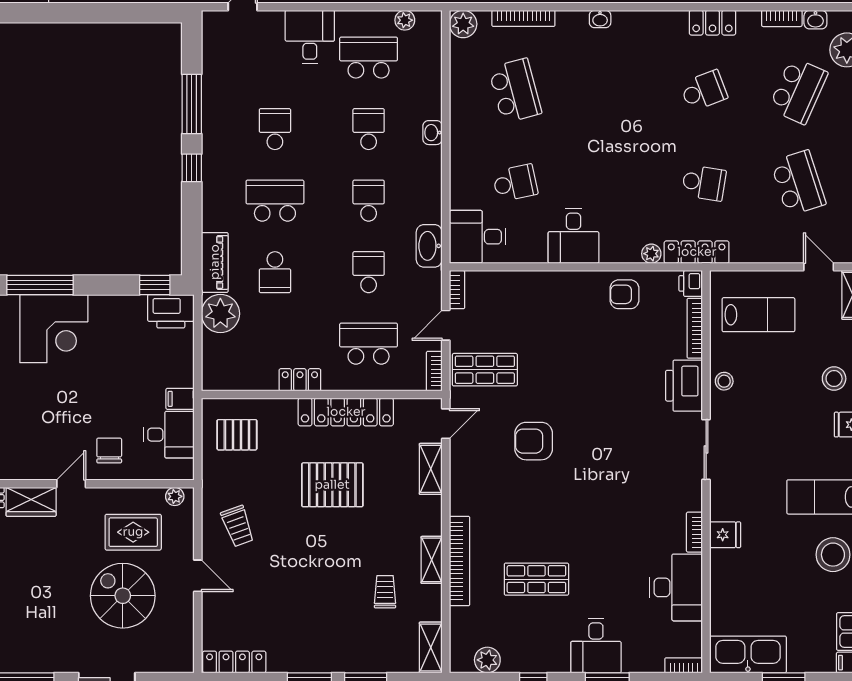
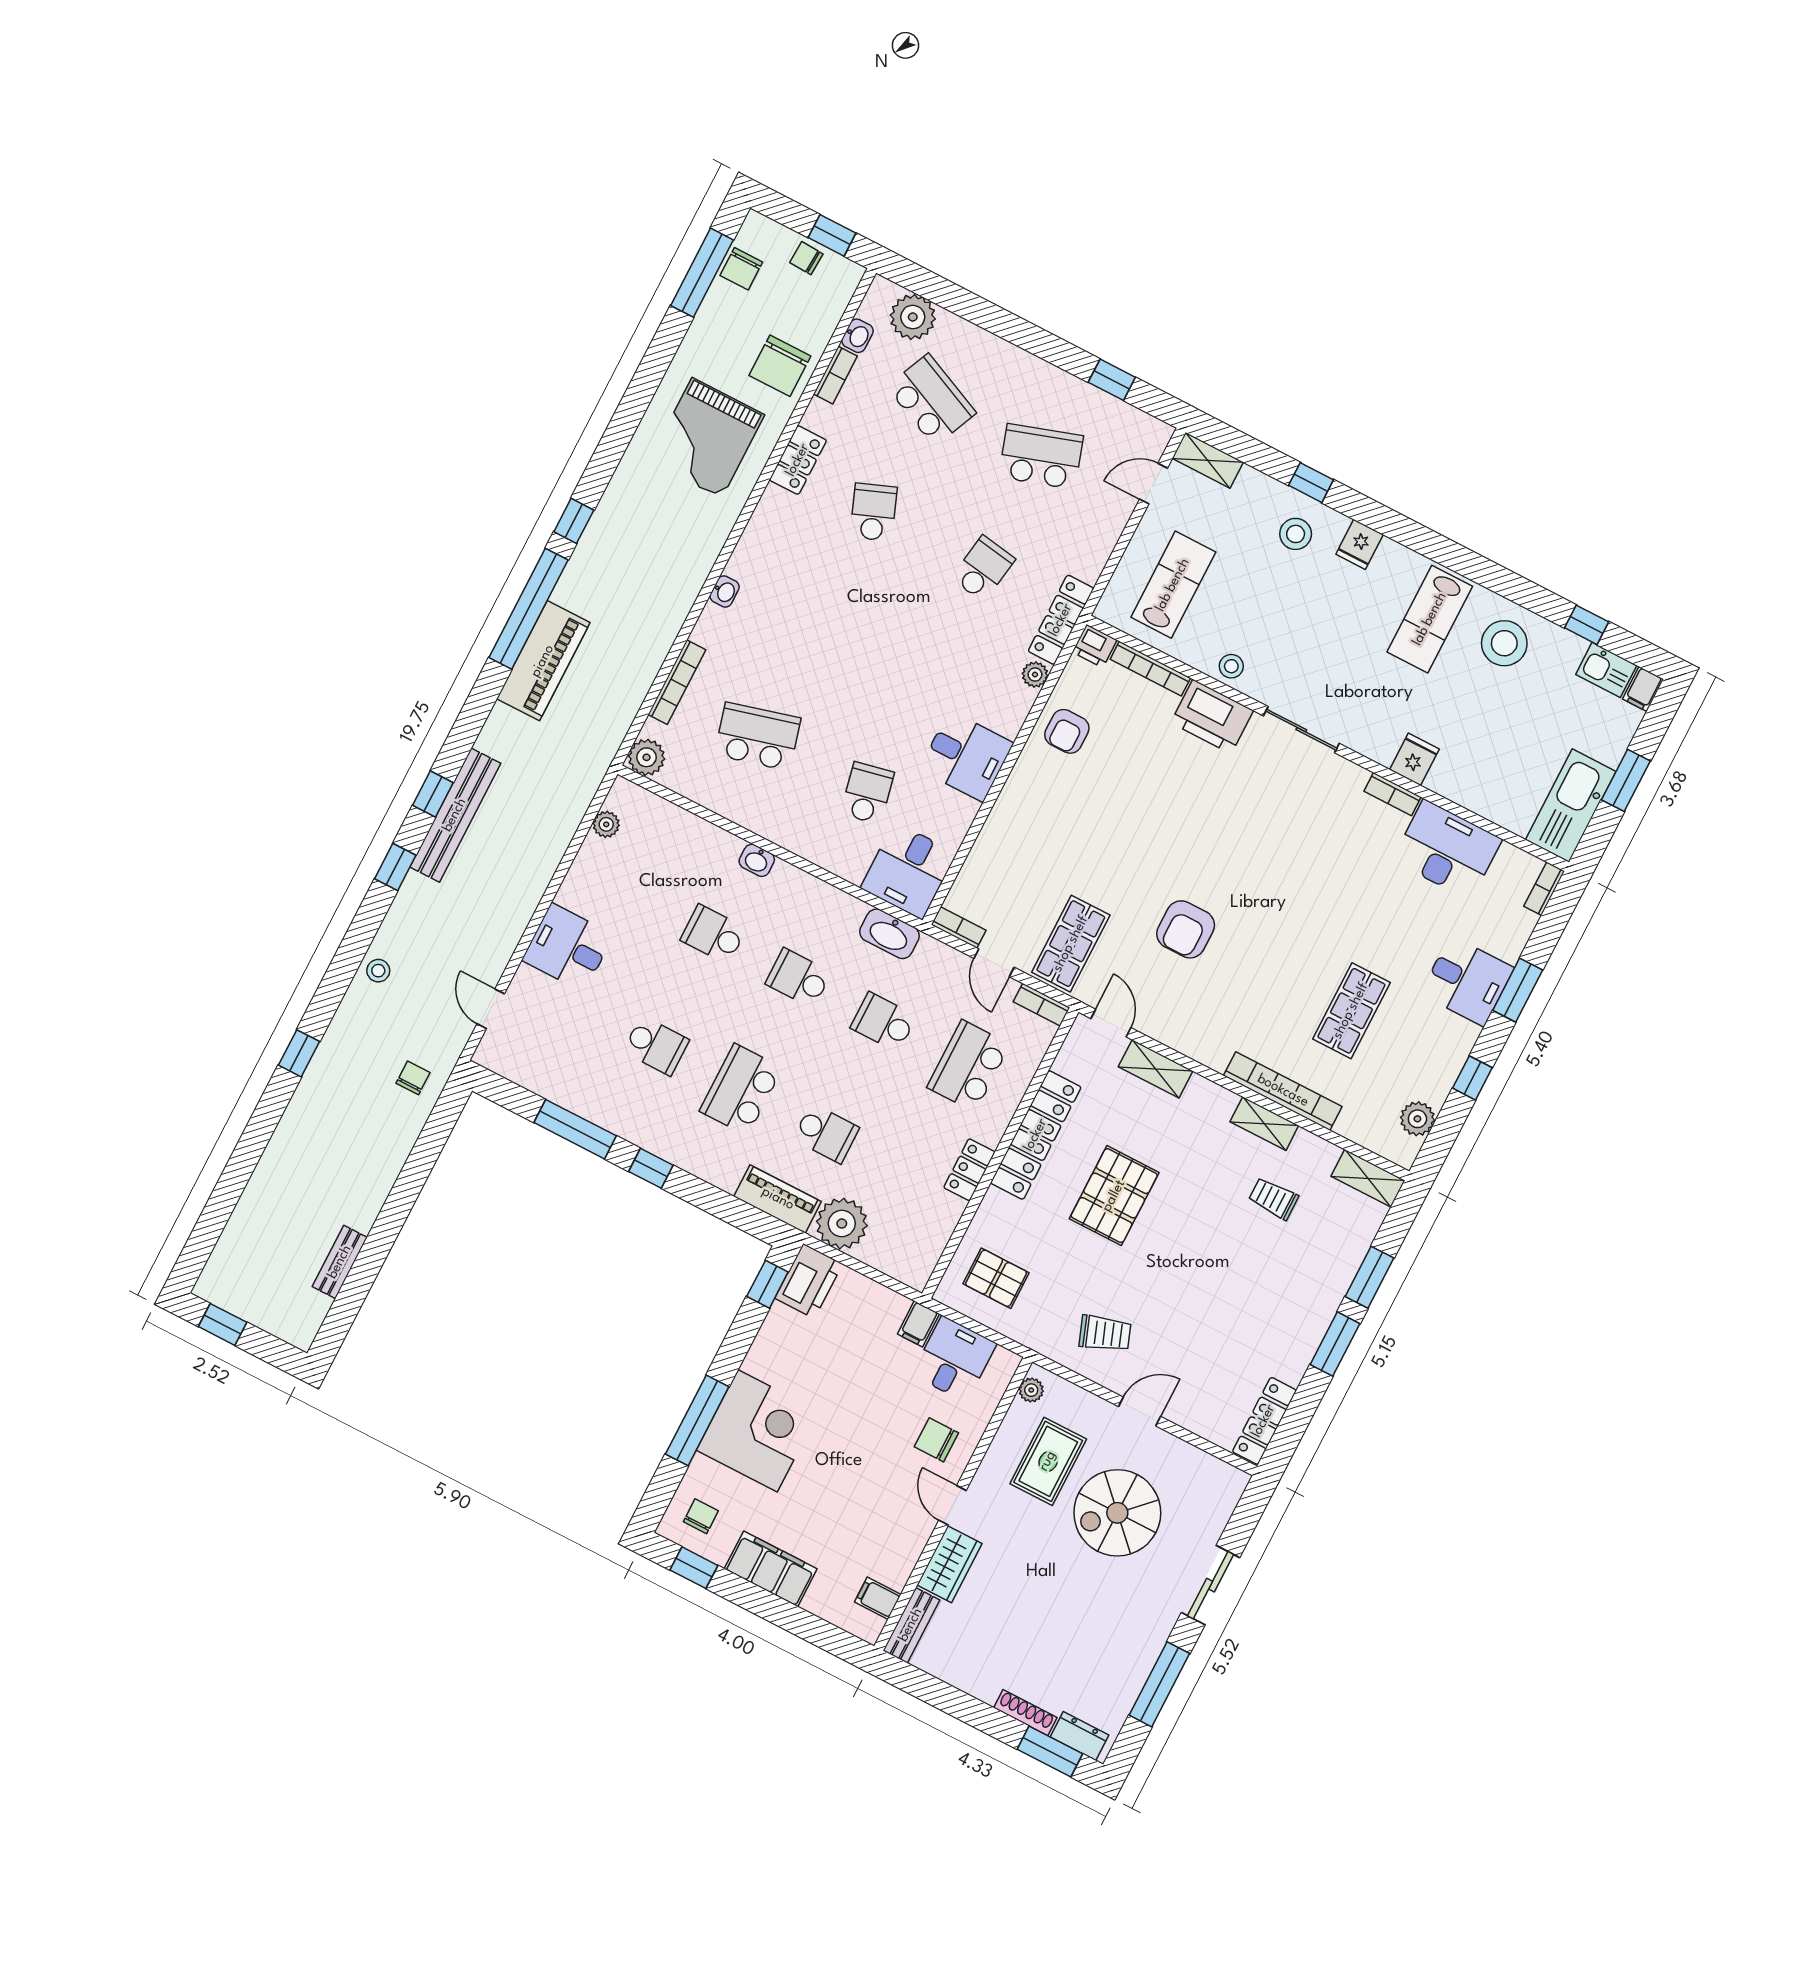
school desk: (369, 58) -> (628, 890), removed
school desk: (275, 129) -> (656, 1046), turned 180
pallet: (237, 435) -> (996, 1278), turned 90

